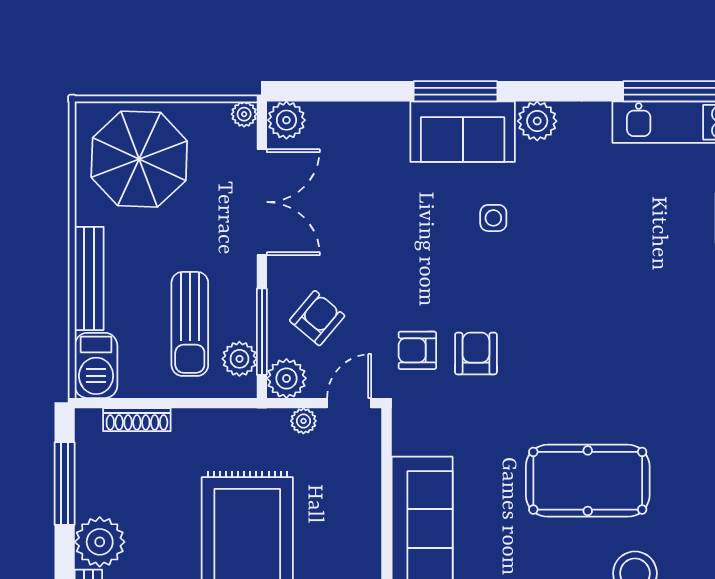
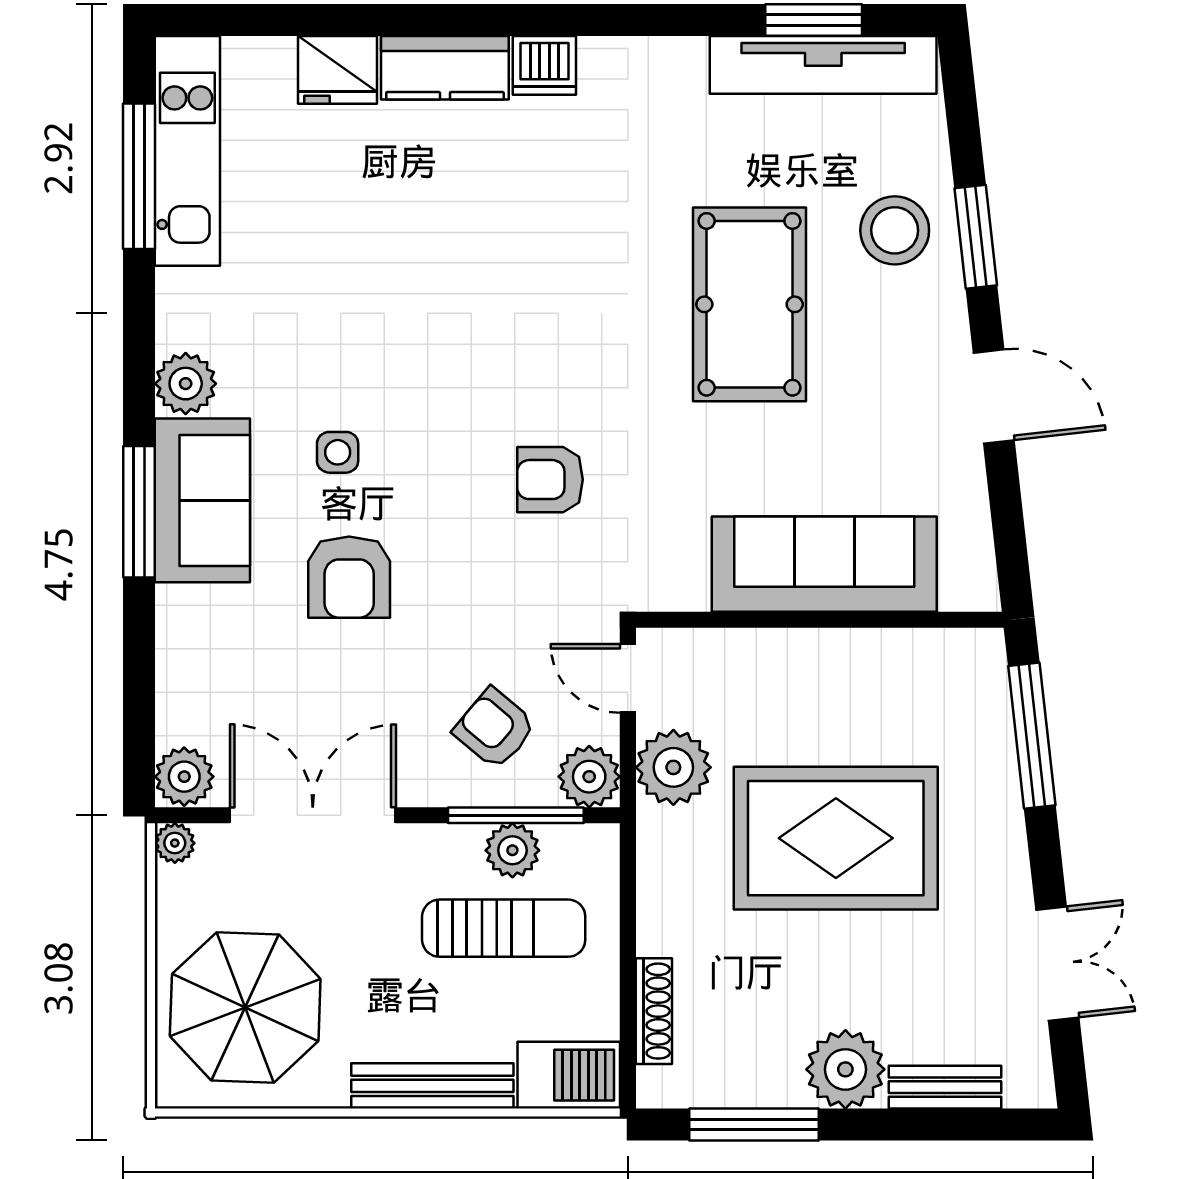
armchair: (417, 350) -> (349, 577), moved, width x1.38, depth x1.38
plant: (239, 359) -> (512, 850), moved
plant: (303, 421) -> (673, 767), width x1.88, depth x1.88

